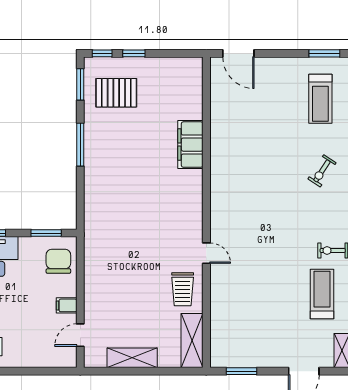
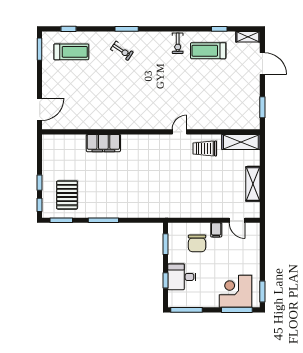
chair: (58, 261) -> (197, 243), moved, turned -90
trolley: (183, 289) -> (205, 148), turned 180

